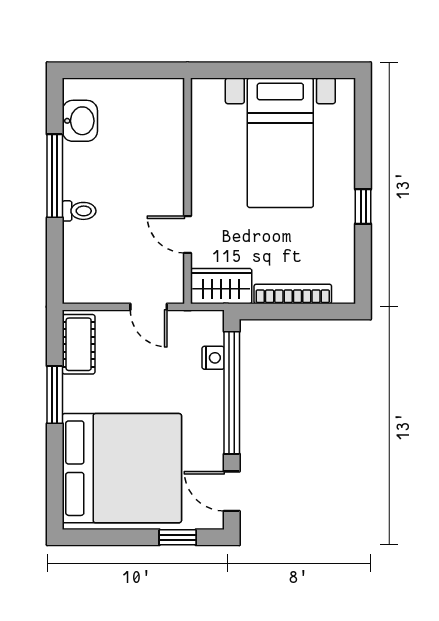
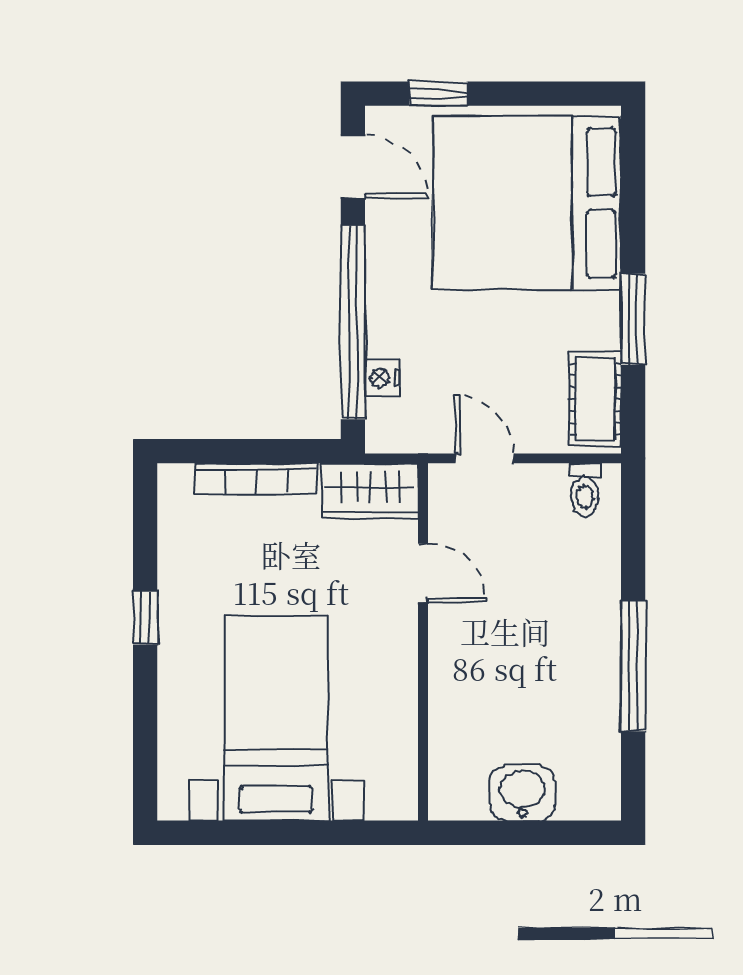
washbasin: (80, 121) -> (522, 793), moved, turned 90
toilet: (79, 211) -> (585, 490), moved, turned -90

